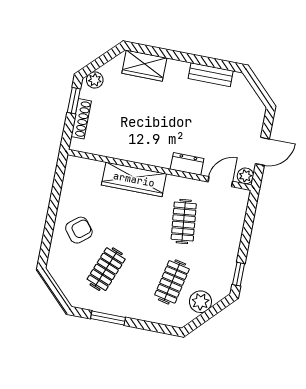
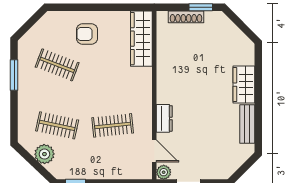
wardrobe: (144, 66) -> (244, 85), moved
plant: (95, 80) -> (223, 22), removed
wardrobe: (134, 179) -> (141, 39), moved
armchair: (79, 230) -> (87, 34), turned 129

